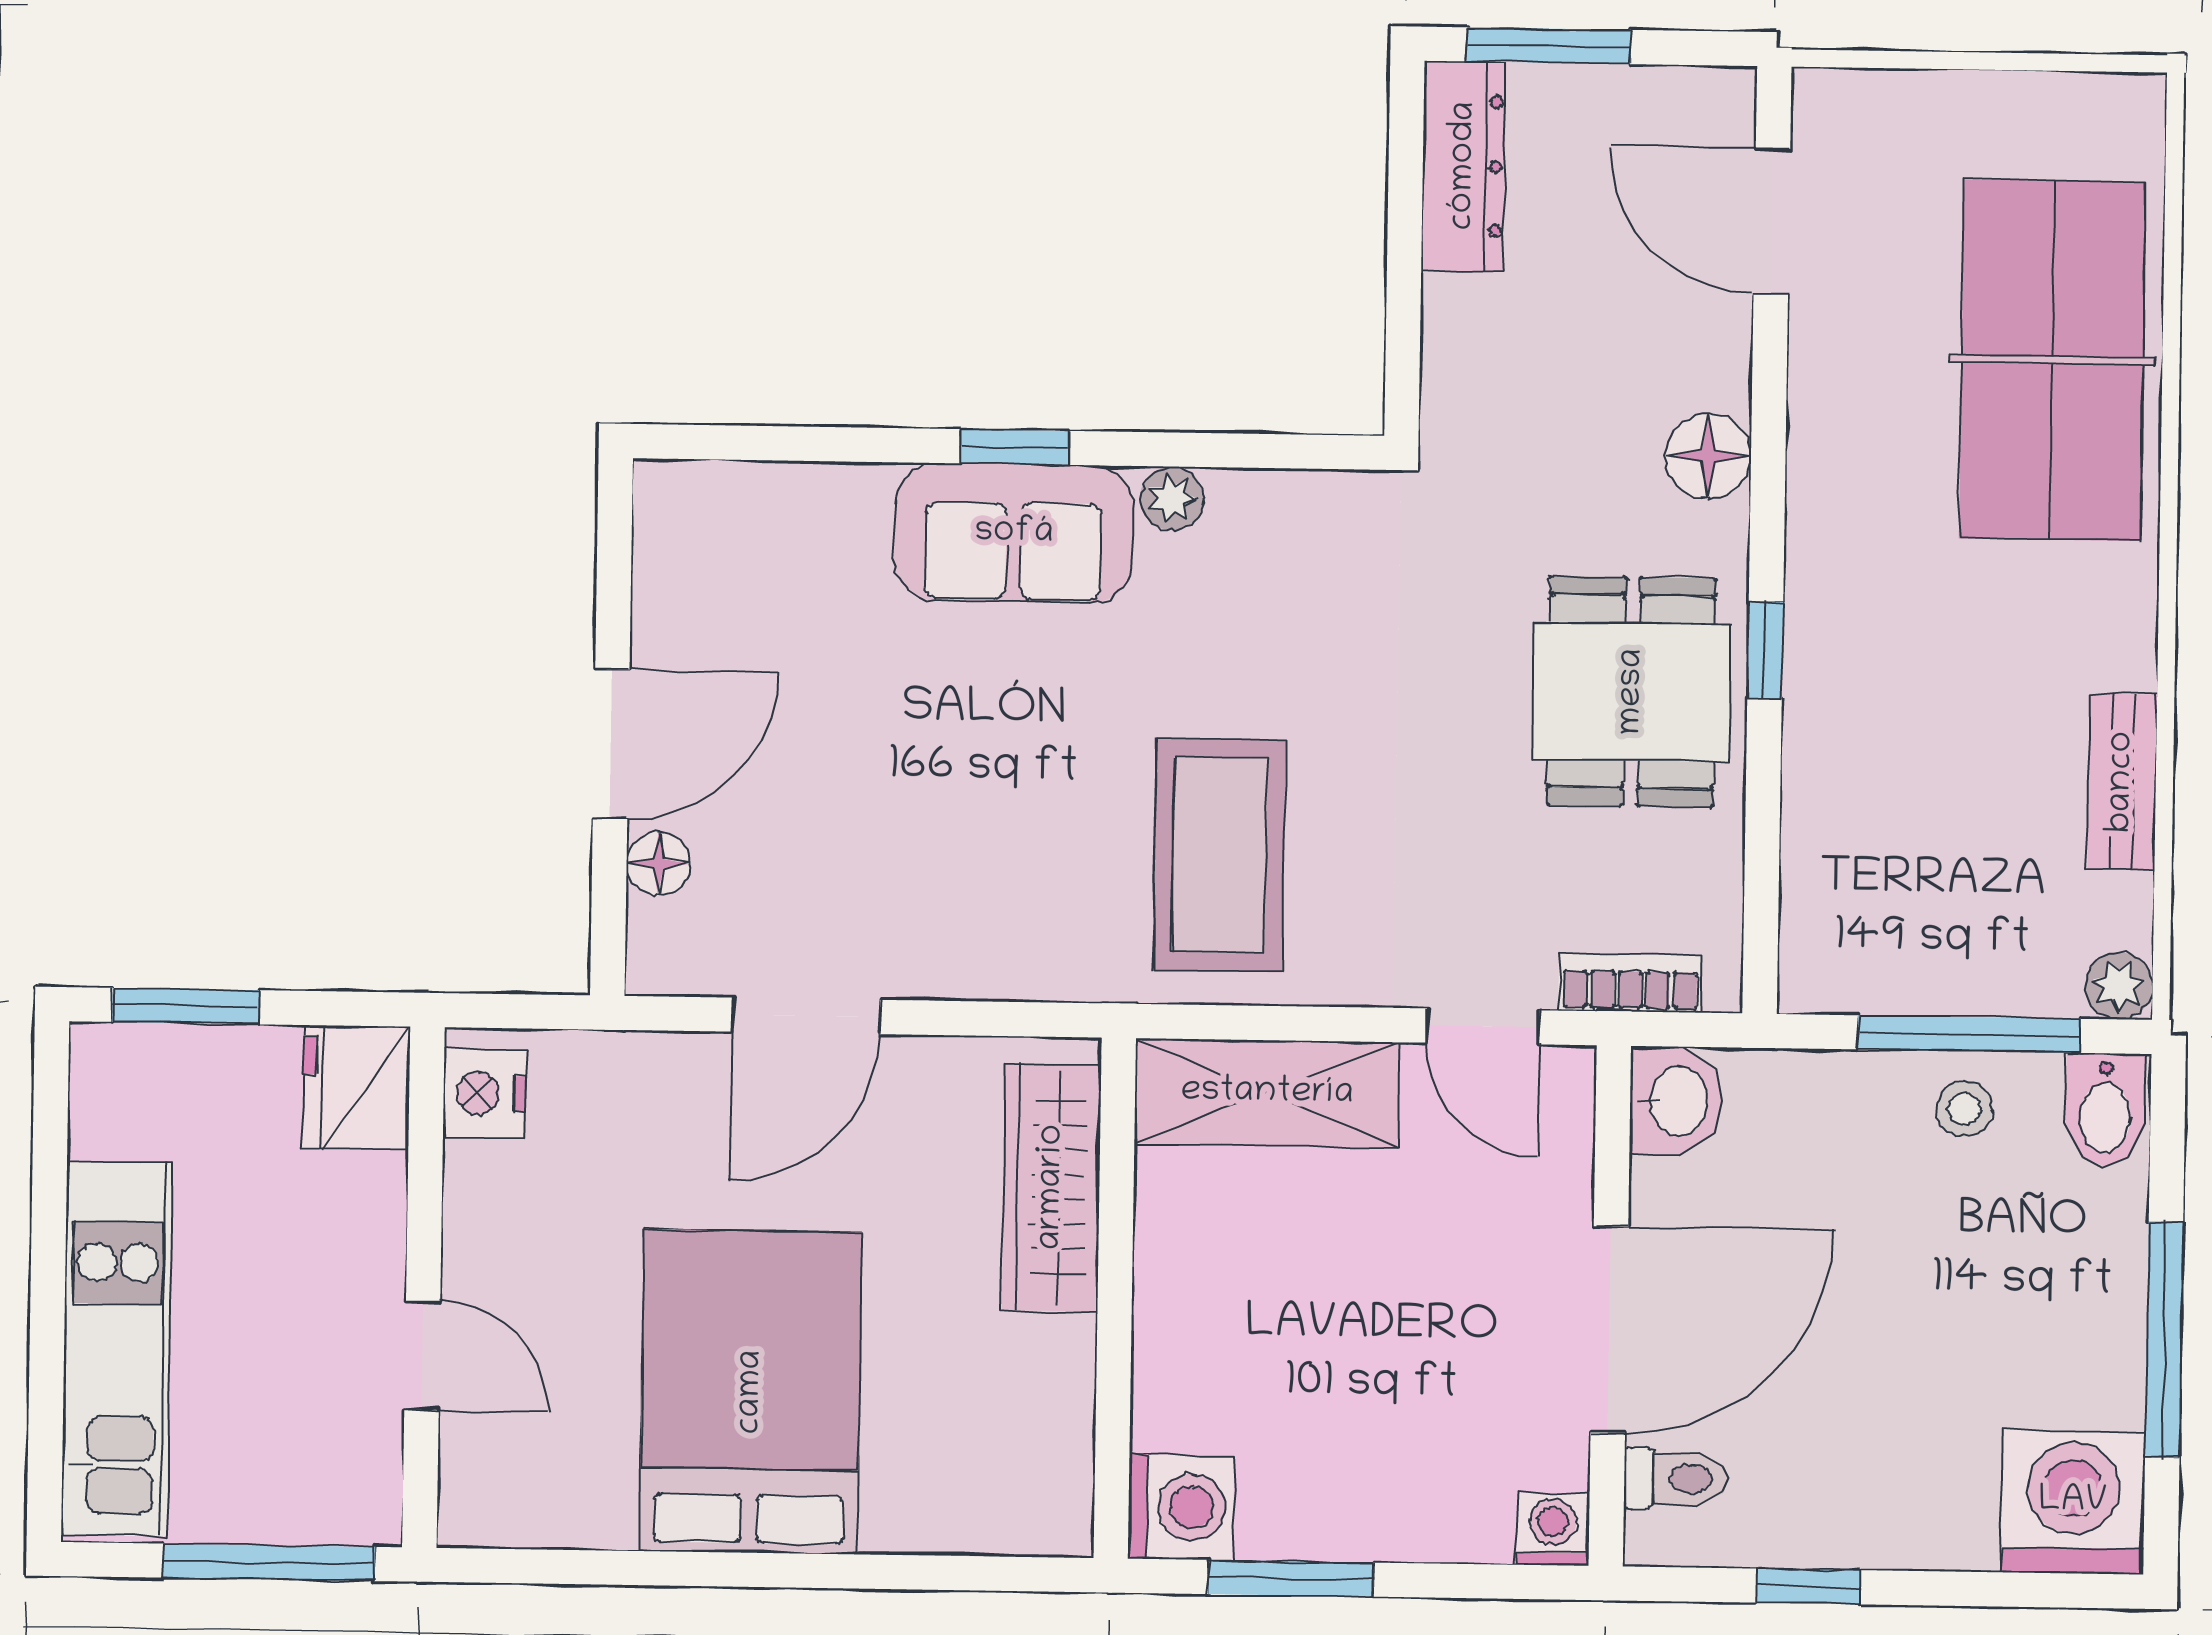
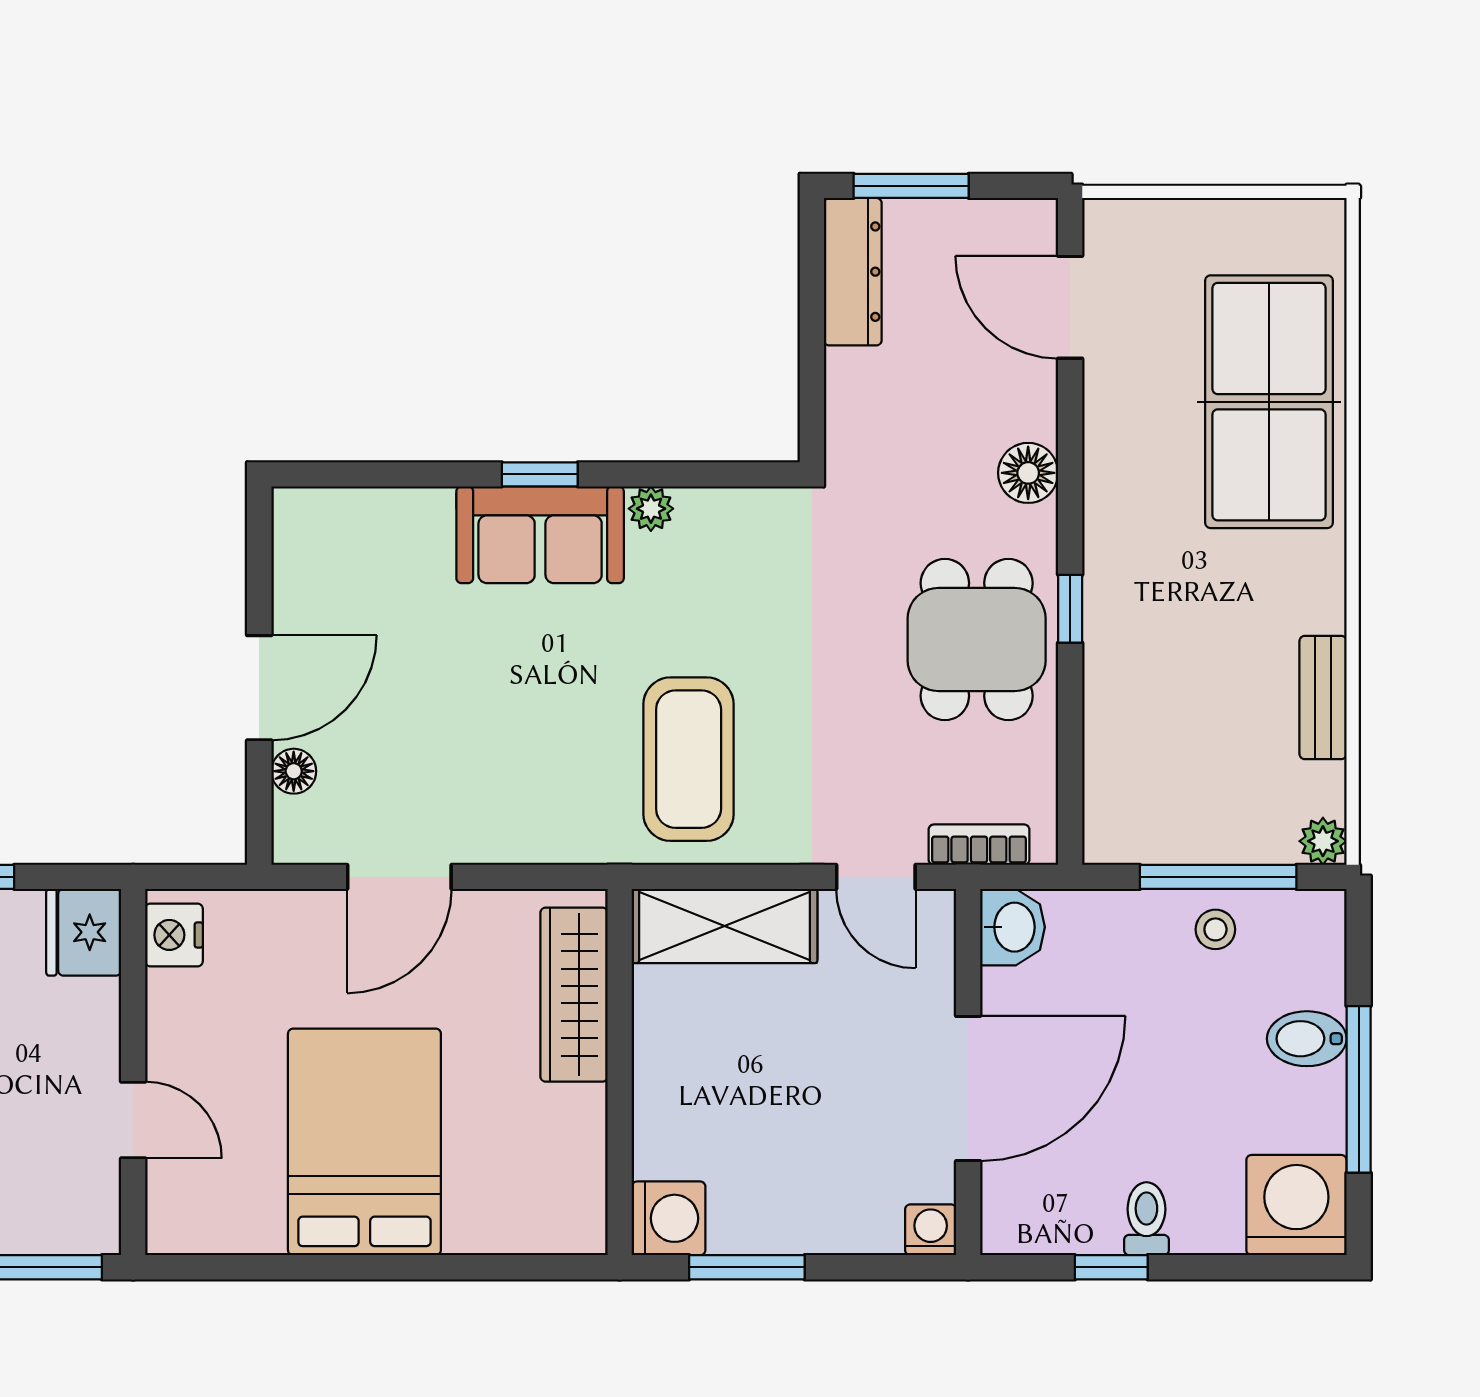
bidet: (2105, 1110) -> (1307, 1039), moved, turned 90
toilet: (1676, 1479) -> (1146, 1219), moved, turned -90

